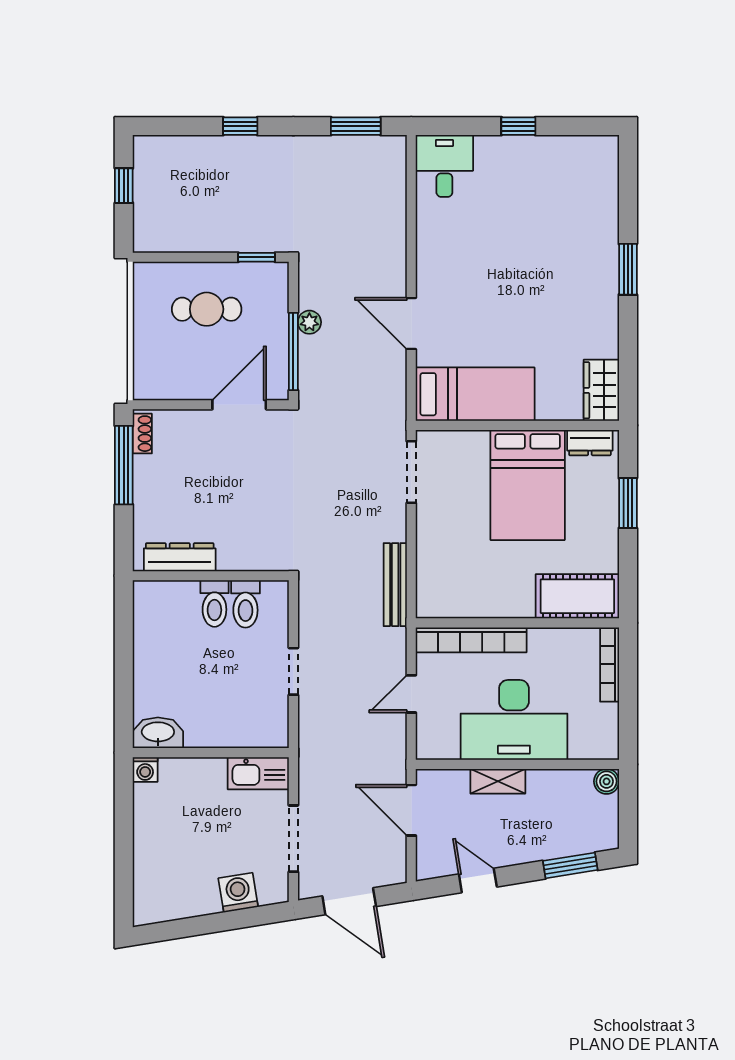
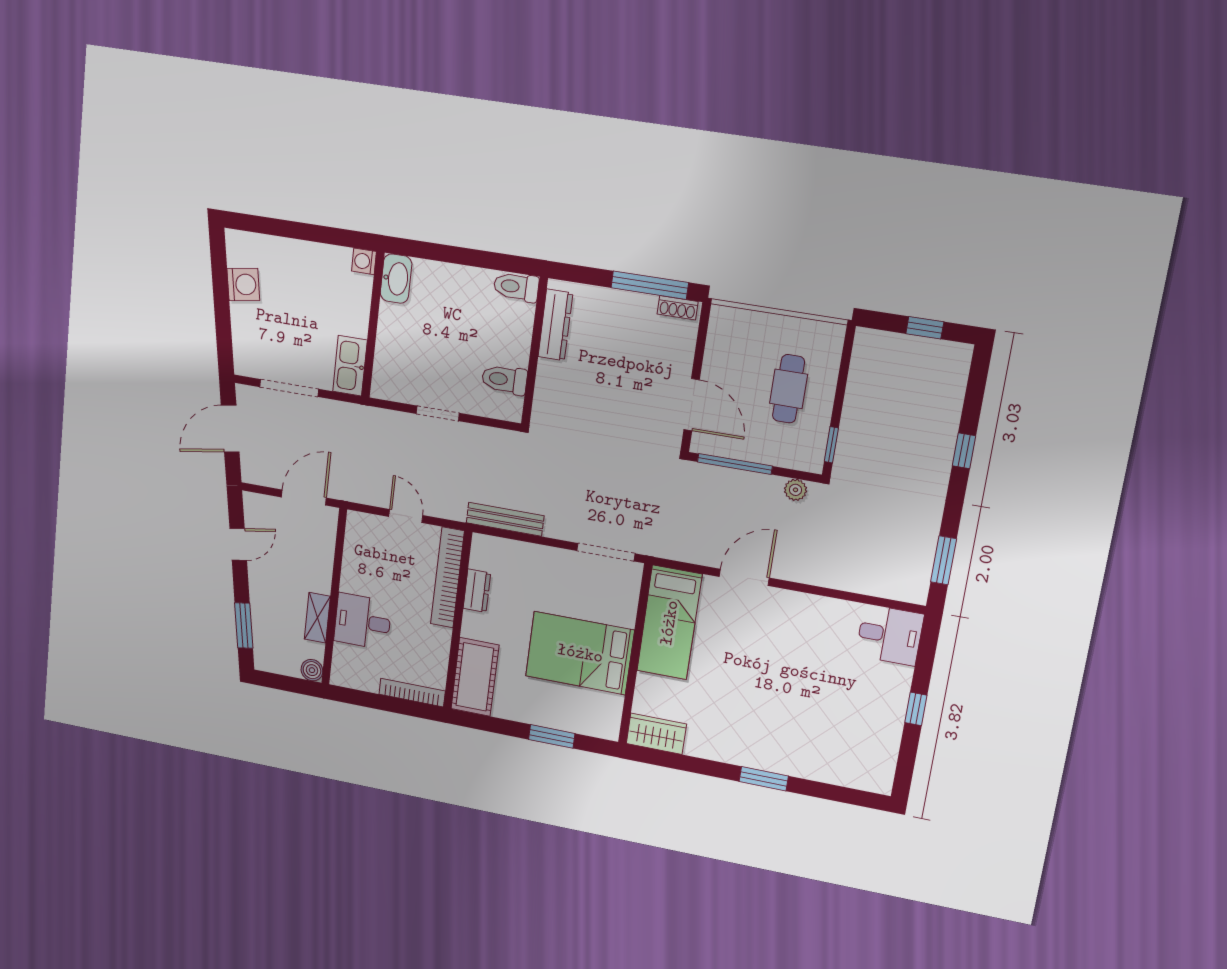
plant: (309, 322) -> (795, 490), moved
dresser: (590, 443) -> (477, 591), moved, turned 180
toilet: (214, 603) -> (516, 287), moved
desk: (514, 720) -> (363, 621), width x0.53, depth x0.77
shelving: (498, 781) -> (317, 618), moved
washing machine: (238, 893) -> (243, 285), moved

